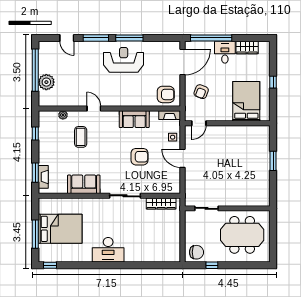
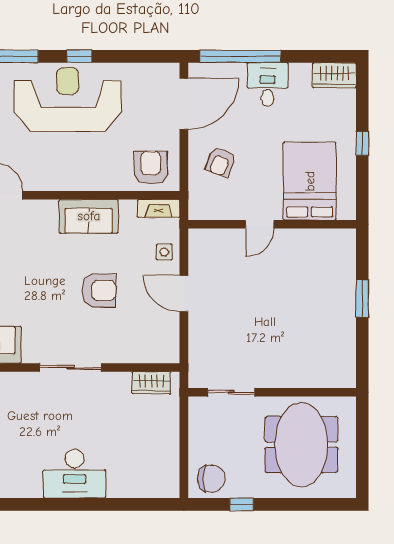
window: (129, 38) -> (79, 56), width x0.46
wardrobe: (247, 48) -> (334, 75), moved
reception desk: (124, 60) -> (68, 100), width x1.36, depth x1.30
armchair: (166, 94) -> (151, 168), turned -90
door: (199, 123) -> (260, 224), moved
wardrobe: (161, 204) -> (151, 383), width x0.67
meeting table: (242, 235) -> (301, 445), turned 90
desk: (108, 250) -> (75, 474), moved

